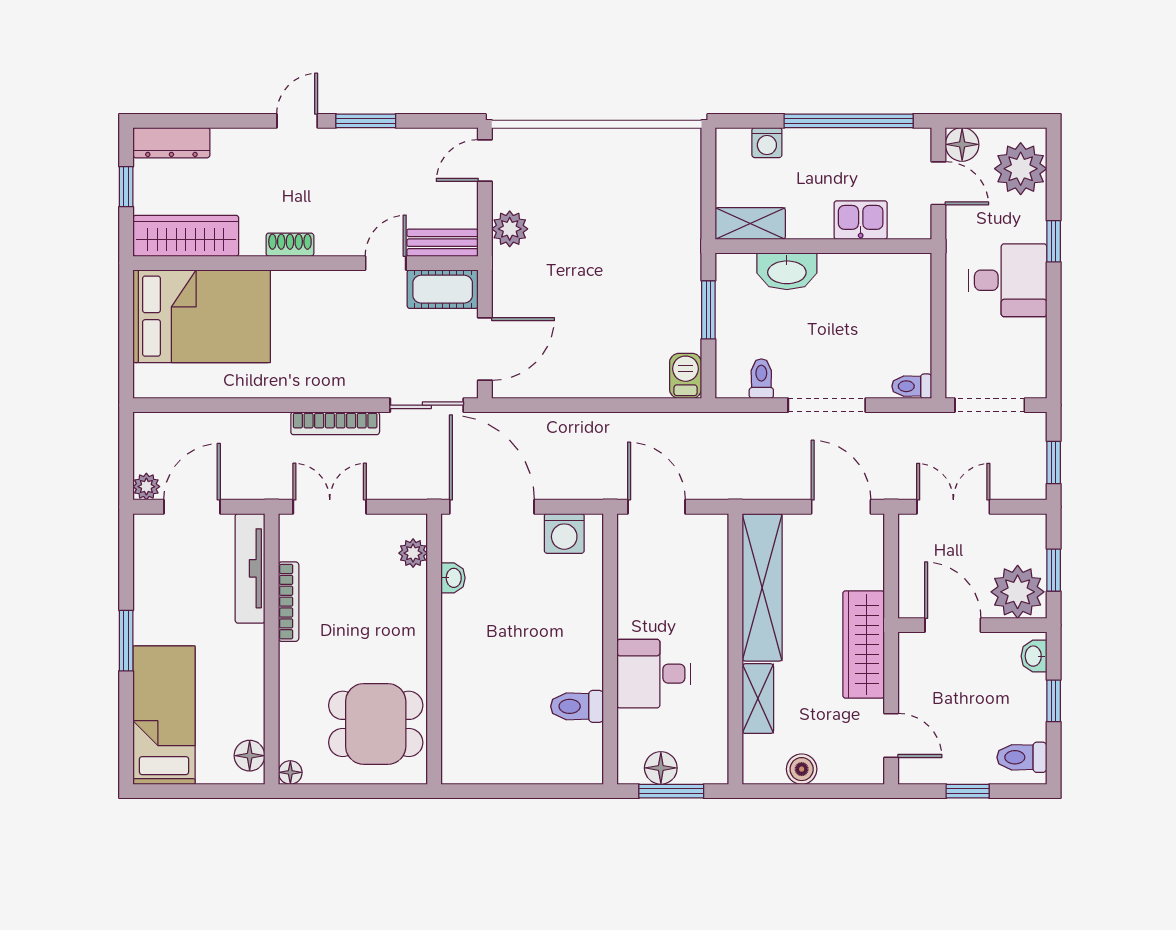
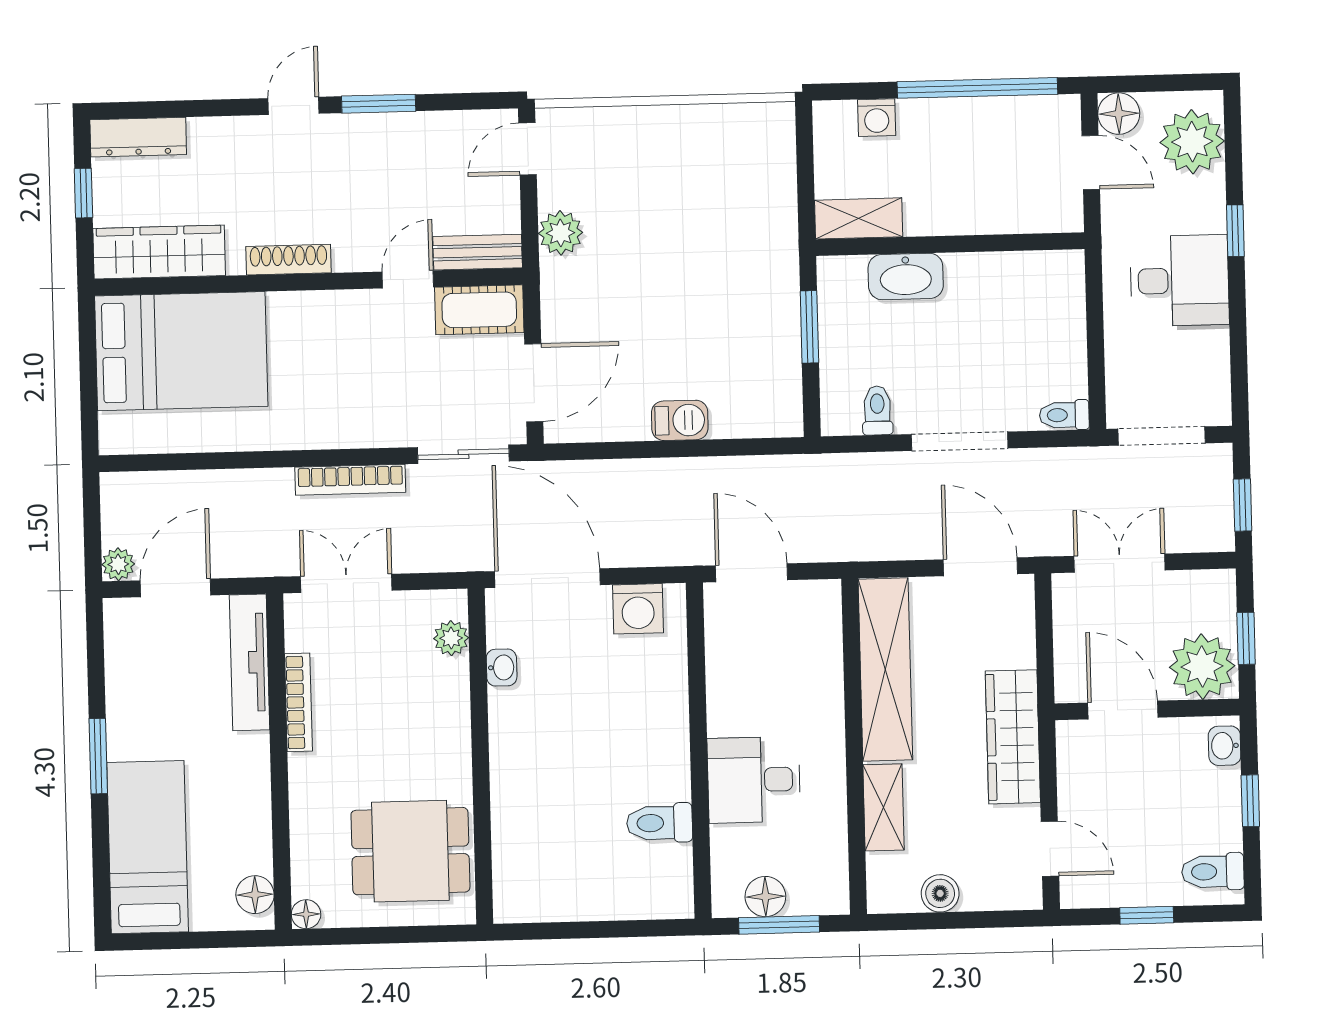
kitchen sink: (861, 220) -> (995, 211), removed
shoe rack: (290, 245) -> (289, 260), width x1.43
barbecue: (686, 376) -> (680, 420), moved, turned 90

